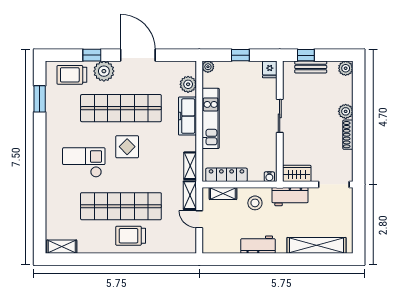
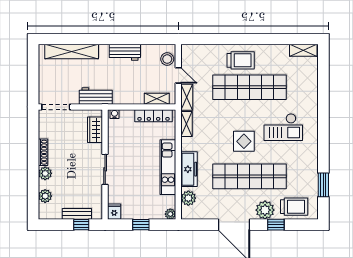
plant: (346, 68) -> (45, 196), moved
wardrobe: (297, 173) -> (95, 130), moved, turned 90
stool: (255, 203) -> (167, 59), moved

